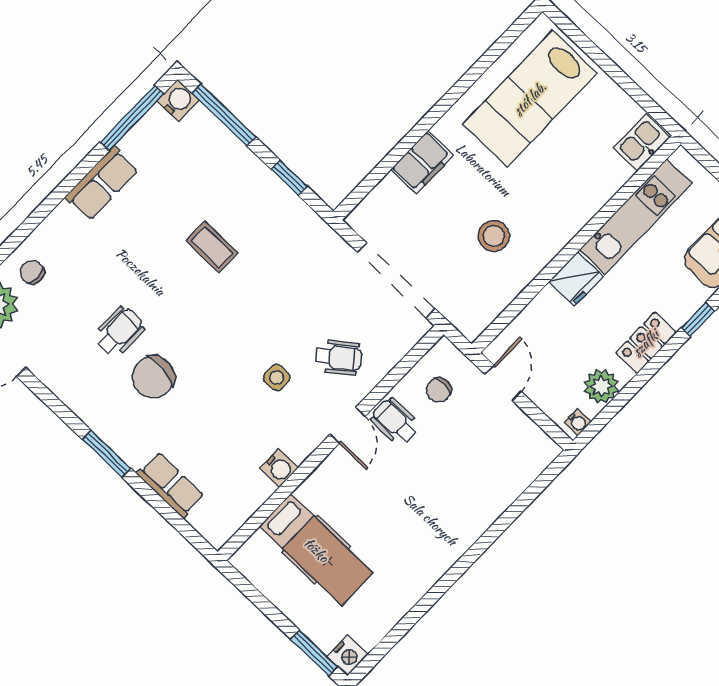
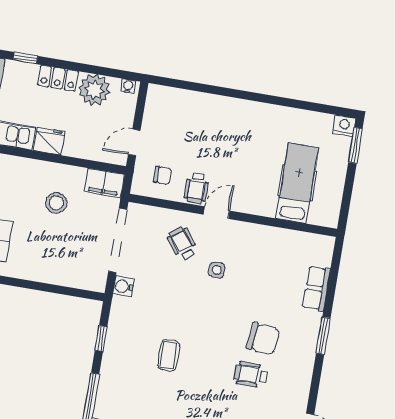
filing cabinet: (422, 162) -> (104, 183), moved, turned 180
plant: (601, 386) -> (94, 90), width x1.36, depth x1.36
water cooler: (279, 468) -> (123, 286), moved, turned -90

